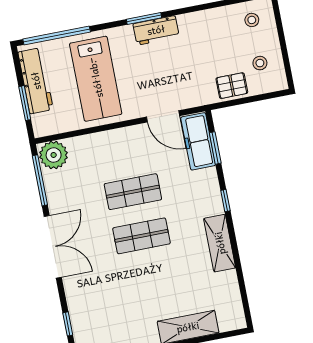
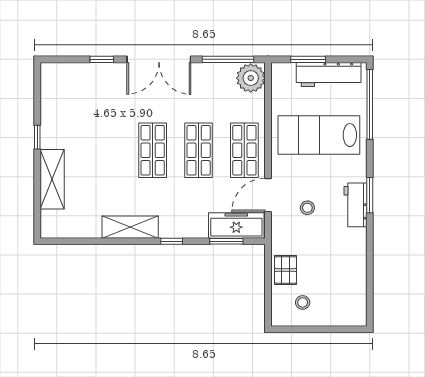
stool: (252, 20) -> (307, 208), moved
shop shelf: (124, 148) -> (244, 150), added
window: (68, 324) -> (102, 59), moved

